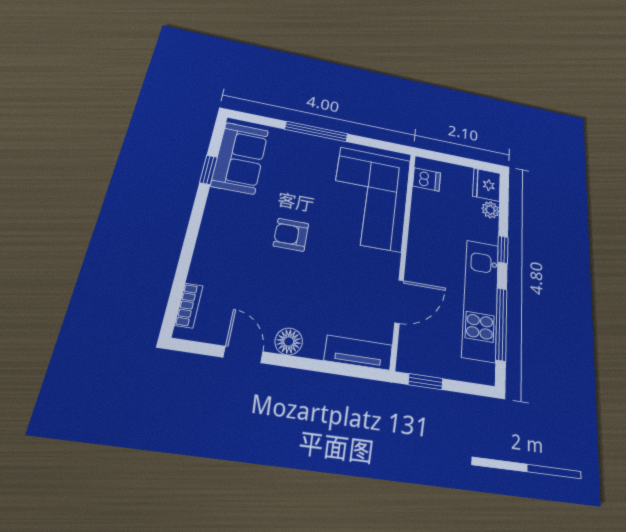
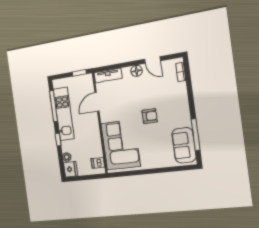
window: (316, 132) -> (154, 171), removed
window: (208, 170) -> (196, 135), width x2.17

